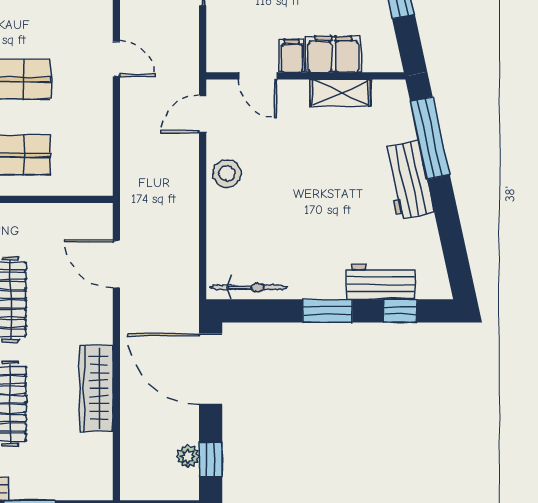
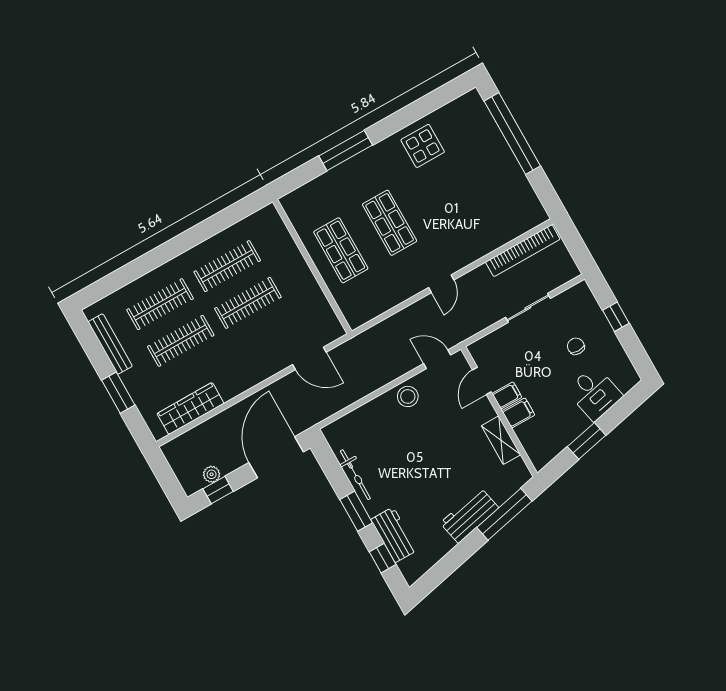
filing cabinet: (334, 54) -> (518, 413), width x0.50
door: (116, 264) -> (309, 358), swing flipped
bicycle: (248, 287) -> (355, 475), moved
wardrobe: (96, 388) -> (191, 409), moved

